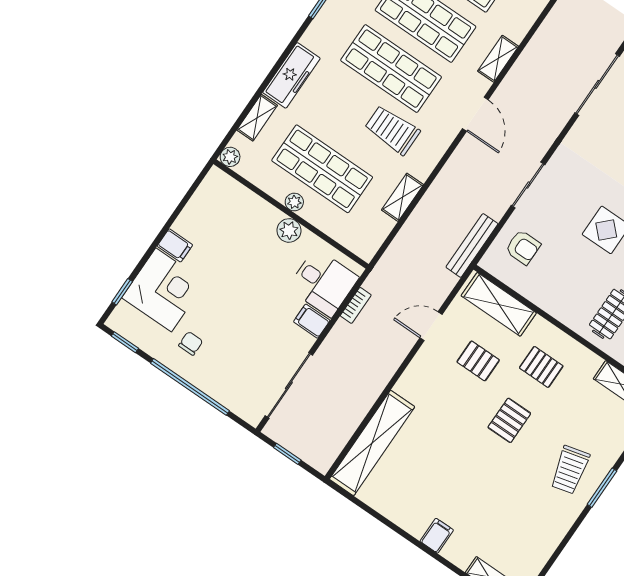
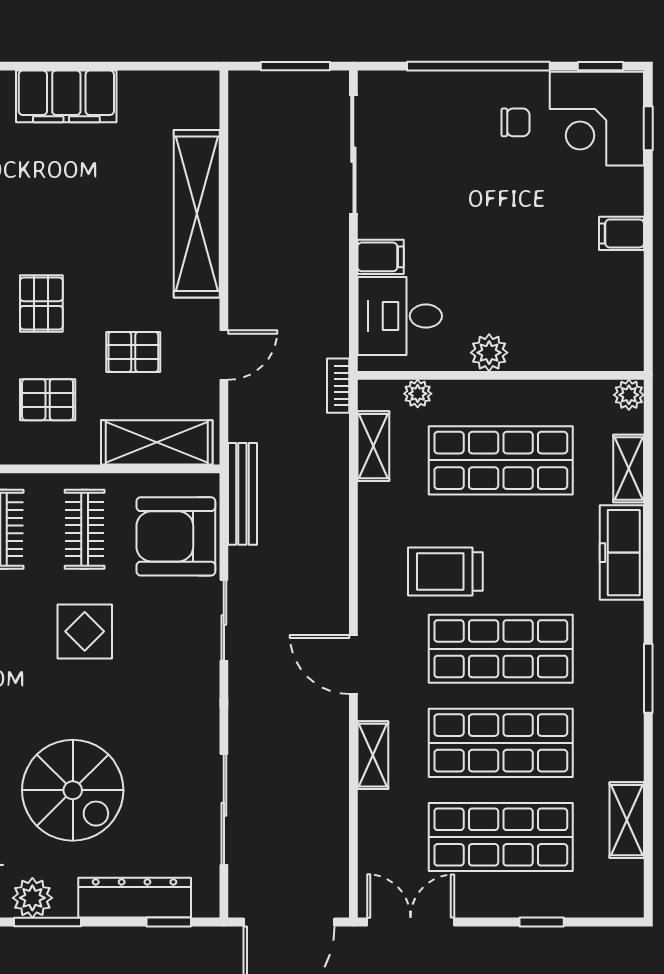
trolley: (392, 130) -> (445, 571), turned 180
shelving: (402, 197) -> (373, 446), moved
plant: (294, 202) -> (418, 394), moved
armchair: (523, 247) -> (176, 536), width x1.88, depth x1.88
clothes rail: (569, 284) -> (85, 529), added
corner desk: (164, 290) -> (597, 119), moved
bookcase: (356, 305) -> (338, 386), moved
chair: (191, 343) -> (515, 122), turned -90
shelving: (372, 443) -> (197, 214), moved
window: (287, 454) -> (295, 66), width x1.50
filing cabinet: (437, 536) -> (66, 96), width x3.00, depth x1.17

